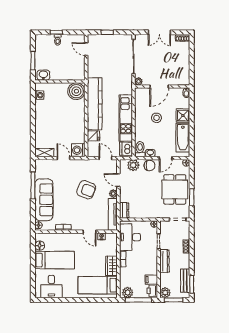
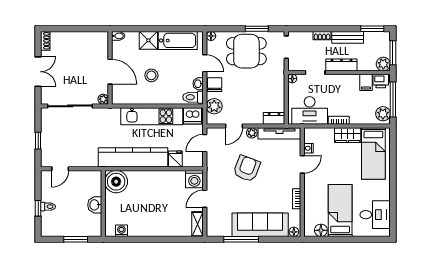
washbasin: (43, 75) -> (95, 205), moved
bench: (185, 281) -> (348, 37), moved

